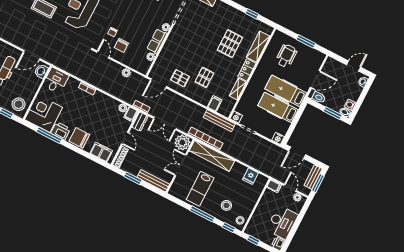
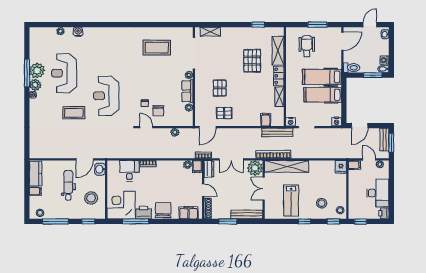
pallet: (204, 77) -> (220, 88), moved
door: (315, 79) -> (342, 41), moved
desk: (56, 81) -> (129, 171), moved
stool: (19, 104) -> (91, 198), moved
chair: (79, 138) -> (163, 210), turned 90
fridge: (250, 176) -> (341, 167), moved
window: (202, 214) -> (304, 221), width x0.46

